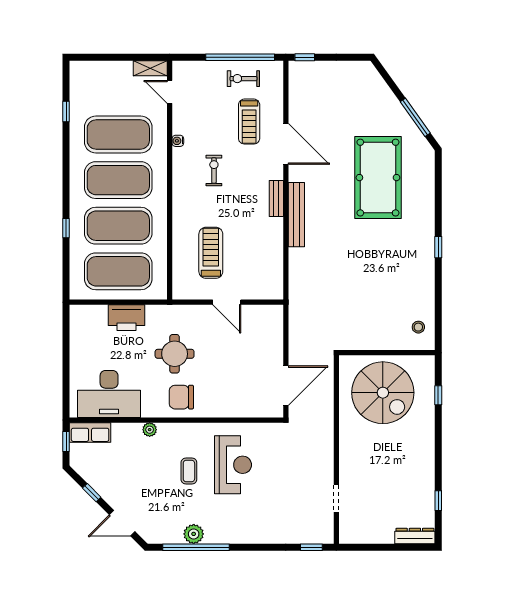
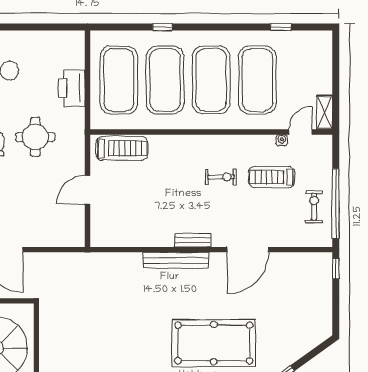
treadmill: (249, 122) -> (272, 177), moved
water cooler: (178, 141) -> (282, 140), moved
treadmill: (211, 253) -> (122, 148), moved

